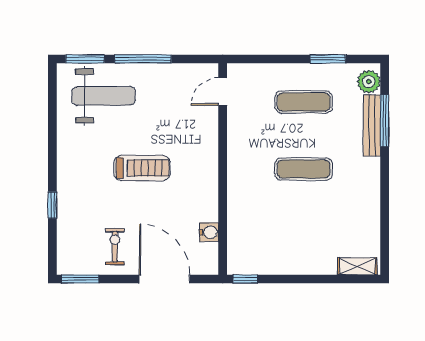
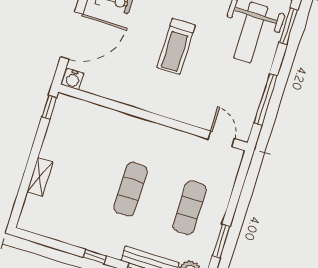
window: (143, 59) -> (266, 99), moved
window: (385, 184) -> (95, 257), added
water cooler: (209, 232) -> (73, 79), moved
shelving: (357, 266) -> (40, 177), moved

